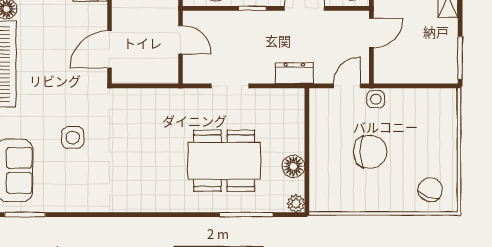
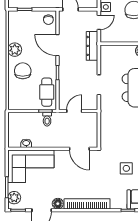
dresser: (294, 73) -> (92, 46), width x1.44
door: (347, 86) -> (99, 22), swing flipped

